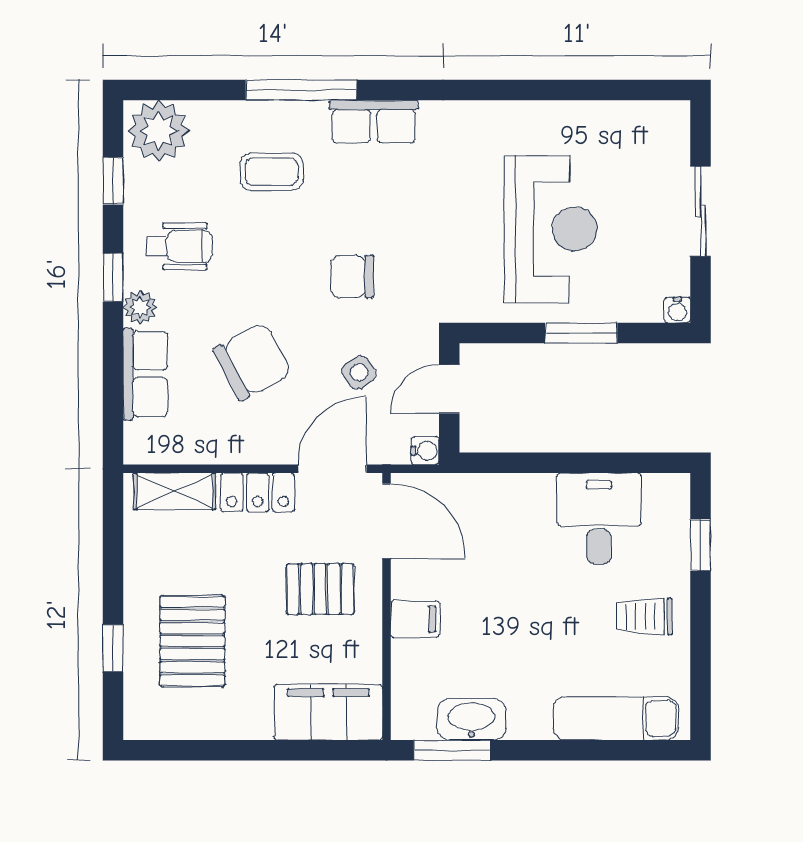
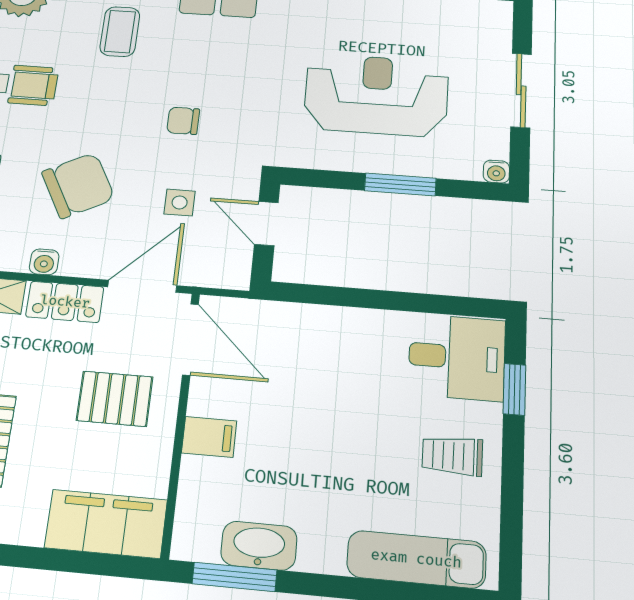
coffee table: (272, 172) -> (120, 32), turned 90
reception desk: (551, 229) -> (376, 95), turned -90
chair: (352, 276) -> (183, 121), width x0.73, depth x0.73
side table: (359, 372) -> (180, 202), turned 33
door: (449, 389) -> (266, 224), hinge flipped
water cooler: (425, 451) -> (44, 262), moved, turned 90
desk: (599, 518) -> (457, 357), moved, turned 90

